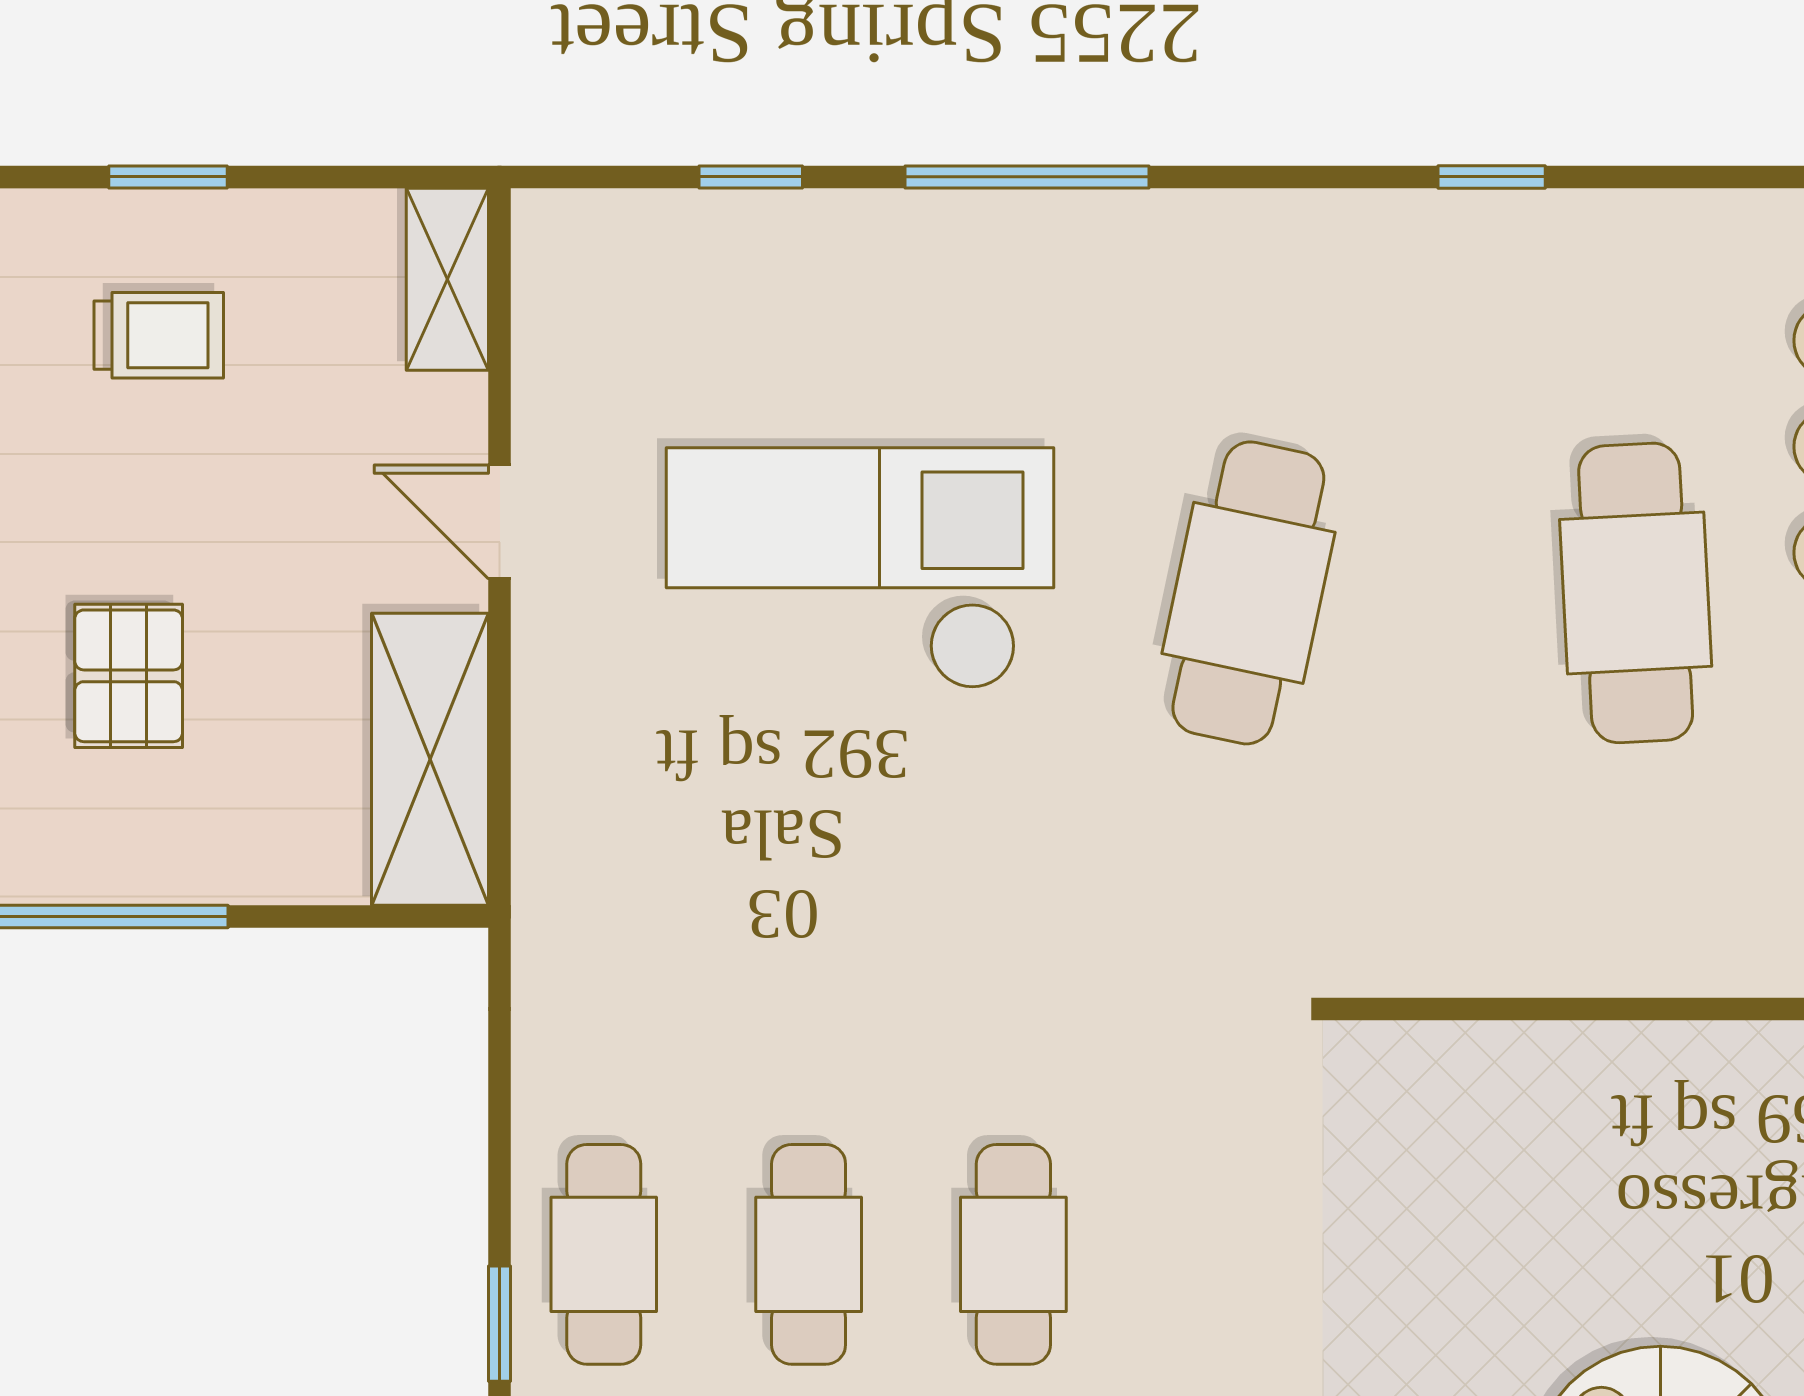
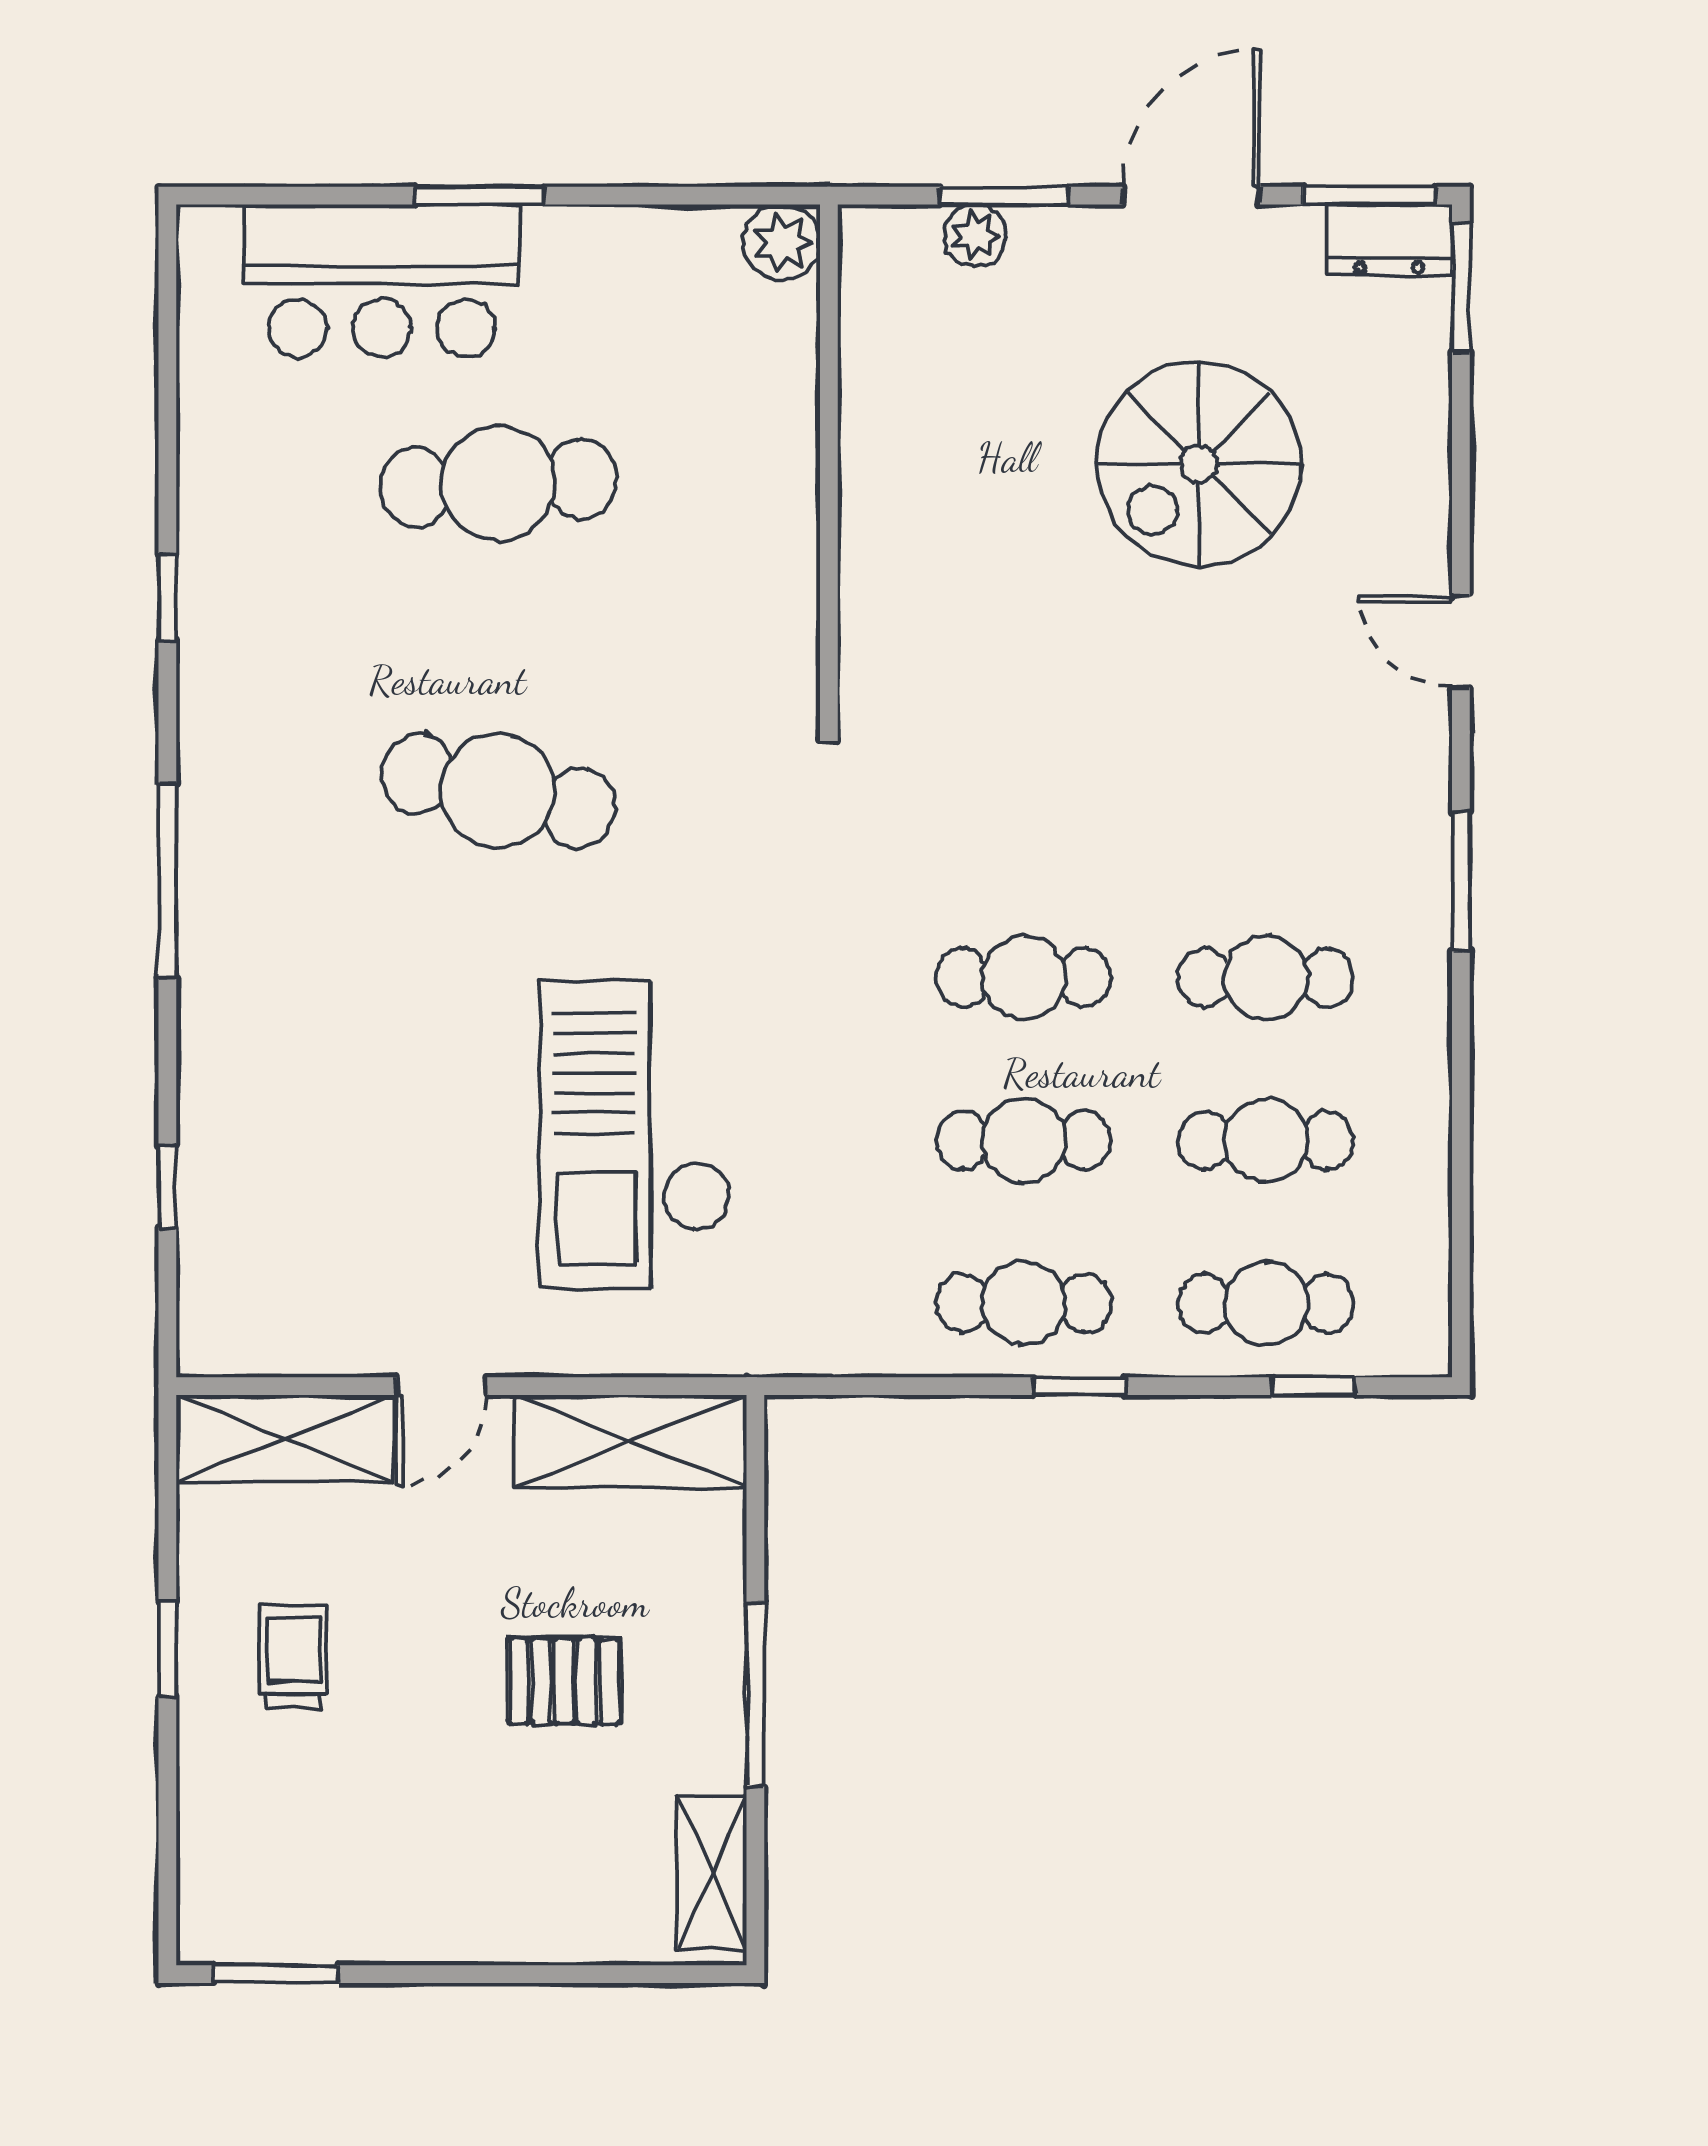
window: (1027, 177) -> (167, 881), moved
shelving: (447, 279) -> (285, 1438), width x1.50, depth x1.33
checkout: (860, 569) -> (635, 1135), moved

